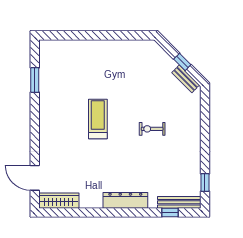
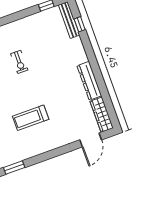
treadmill: (98, 119) -> (31, 118), moved
dresser: (125, 200) -> (89, 81), moved

